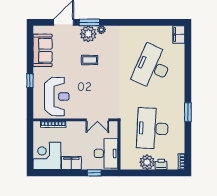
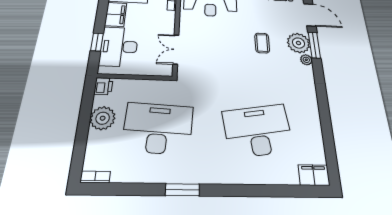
desk: (152, 67) -> (258, 131), turned -33
desk: (106, 153) -> (119, 47), moved, turned 90
printer: (161, 164) -> (103, 86), moved

